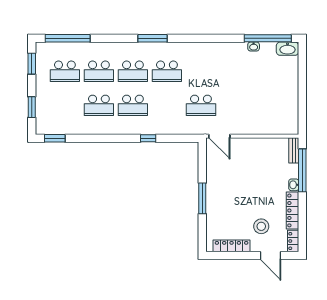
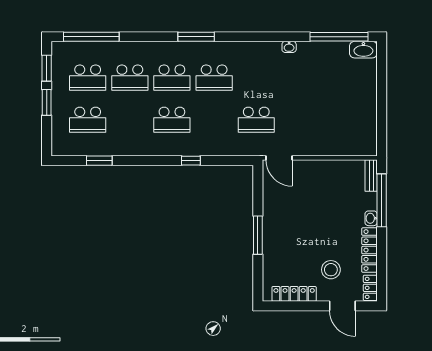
washbasin: (254, 47) -> (289, 47), moved
school desk: (99, 105) -> (88, 120), moved
window: (32, 107) -> (47, 102), moved
window: (55, 138) -> (99, 161), moved

